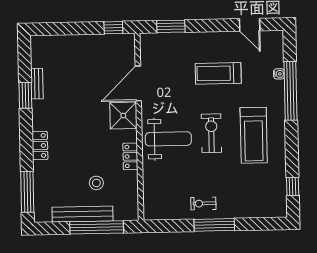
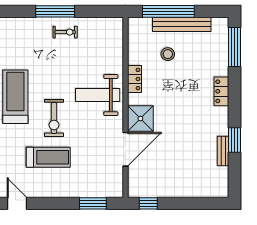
exercise bike: (211, 133) -> (54, 118), moved

